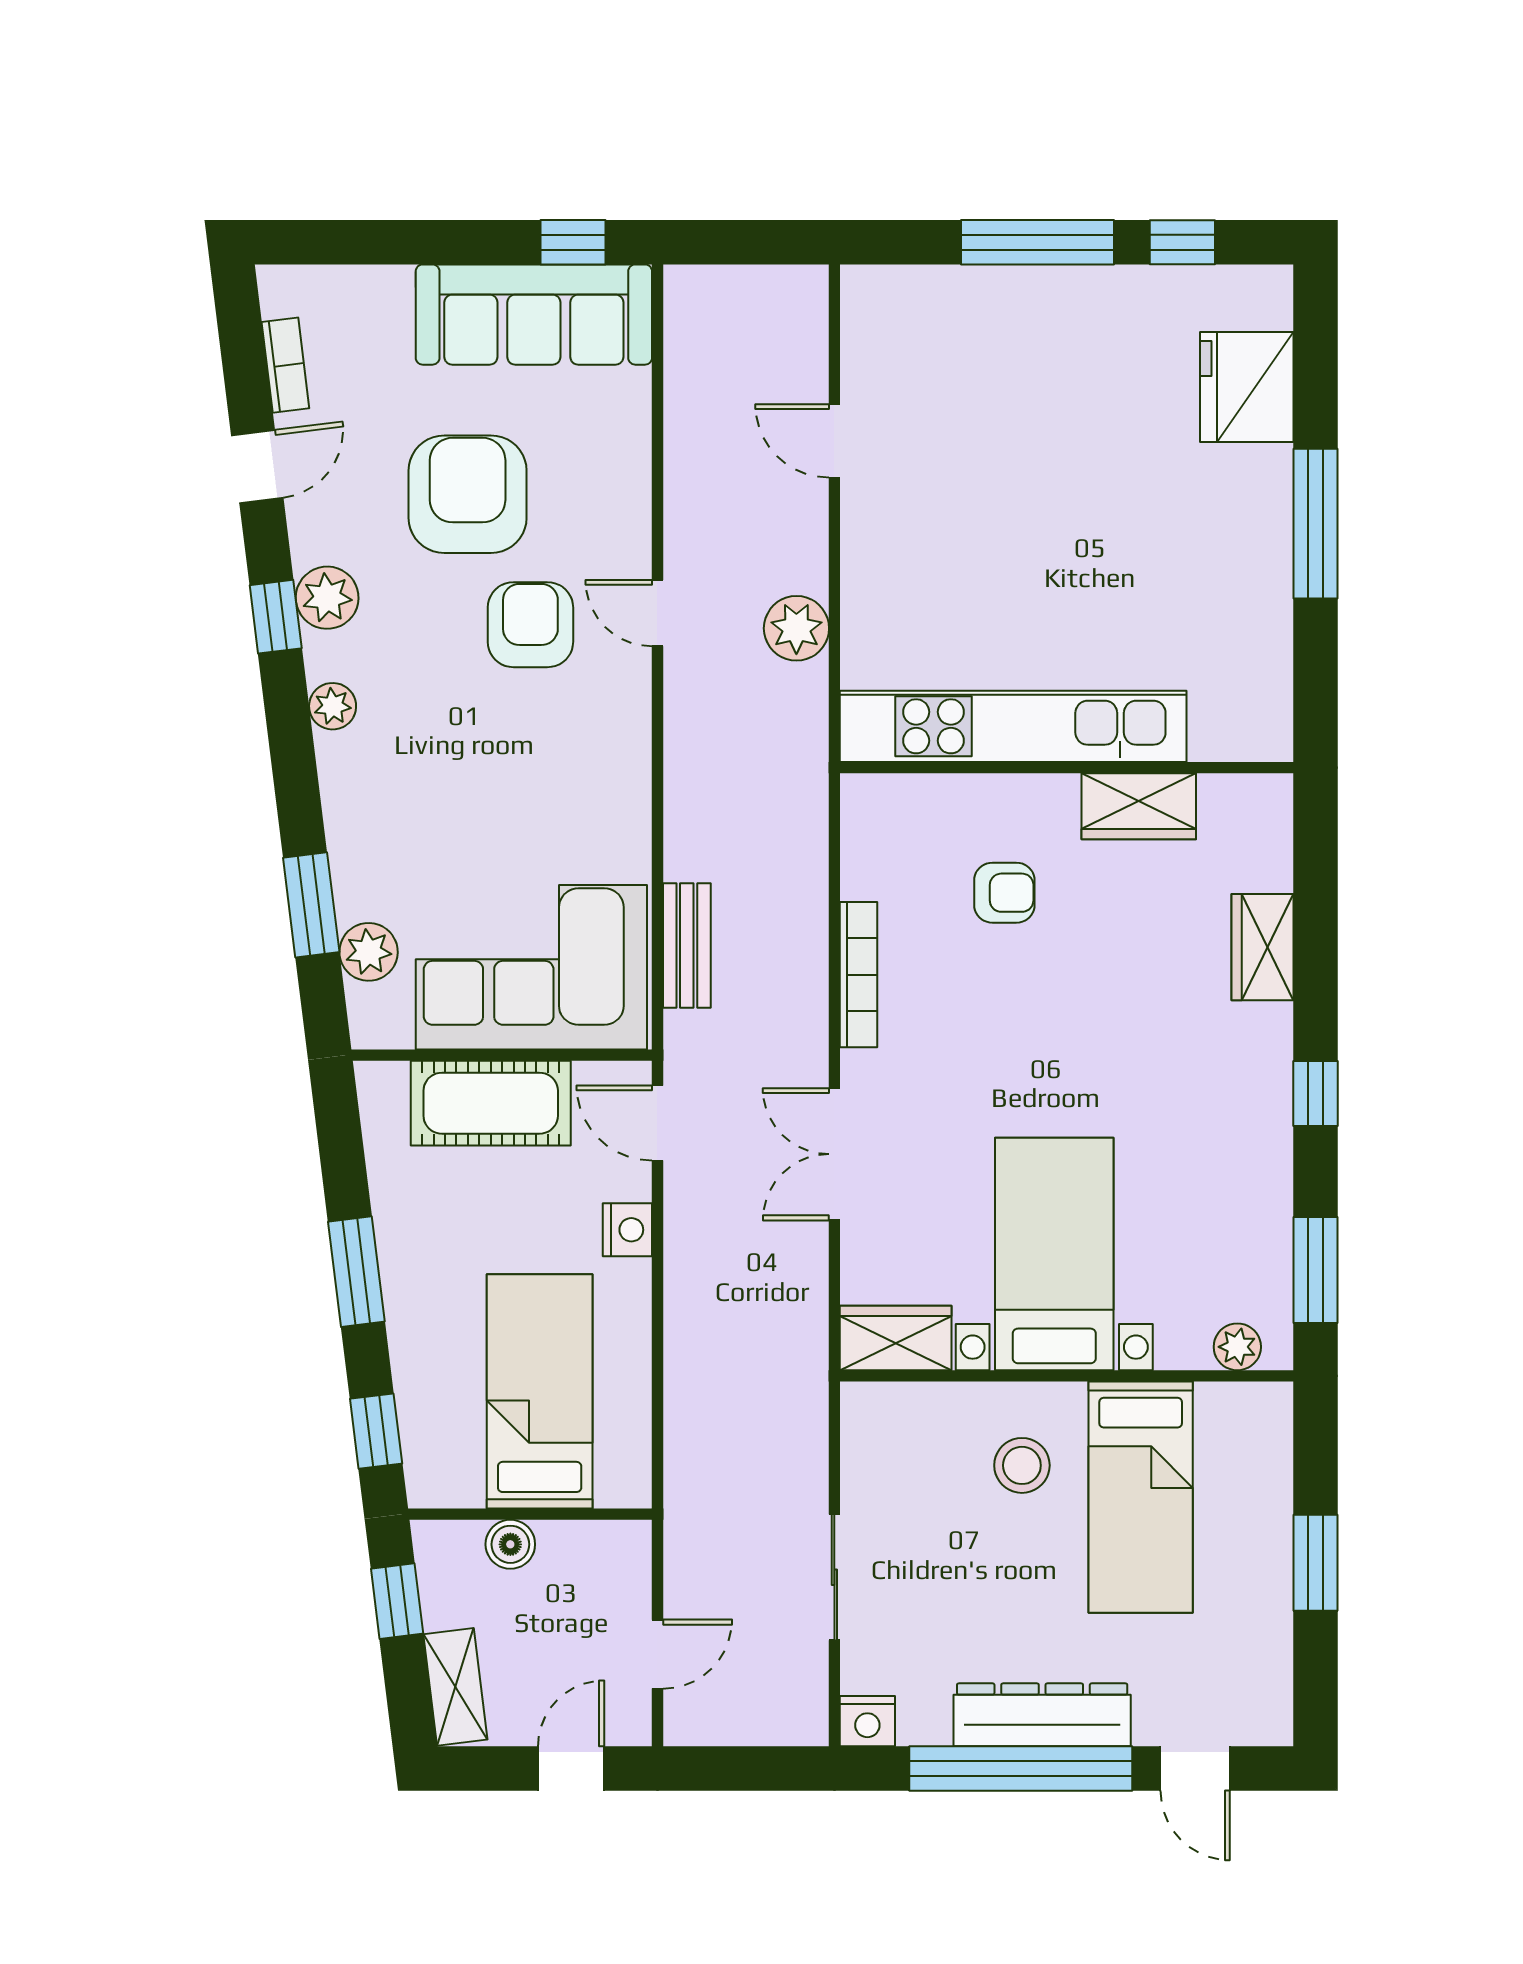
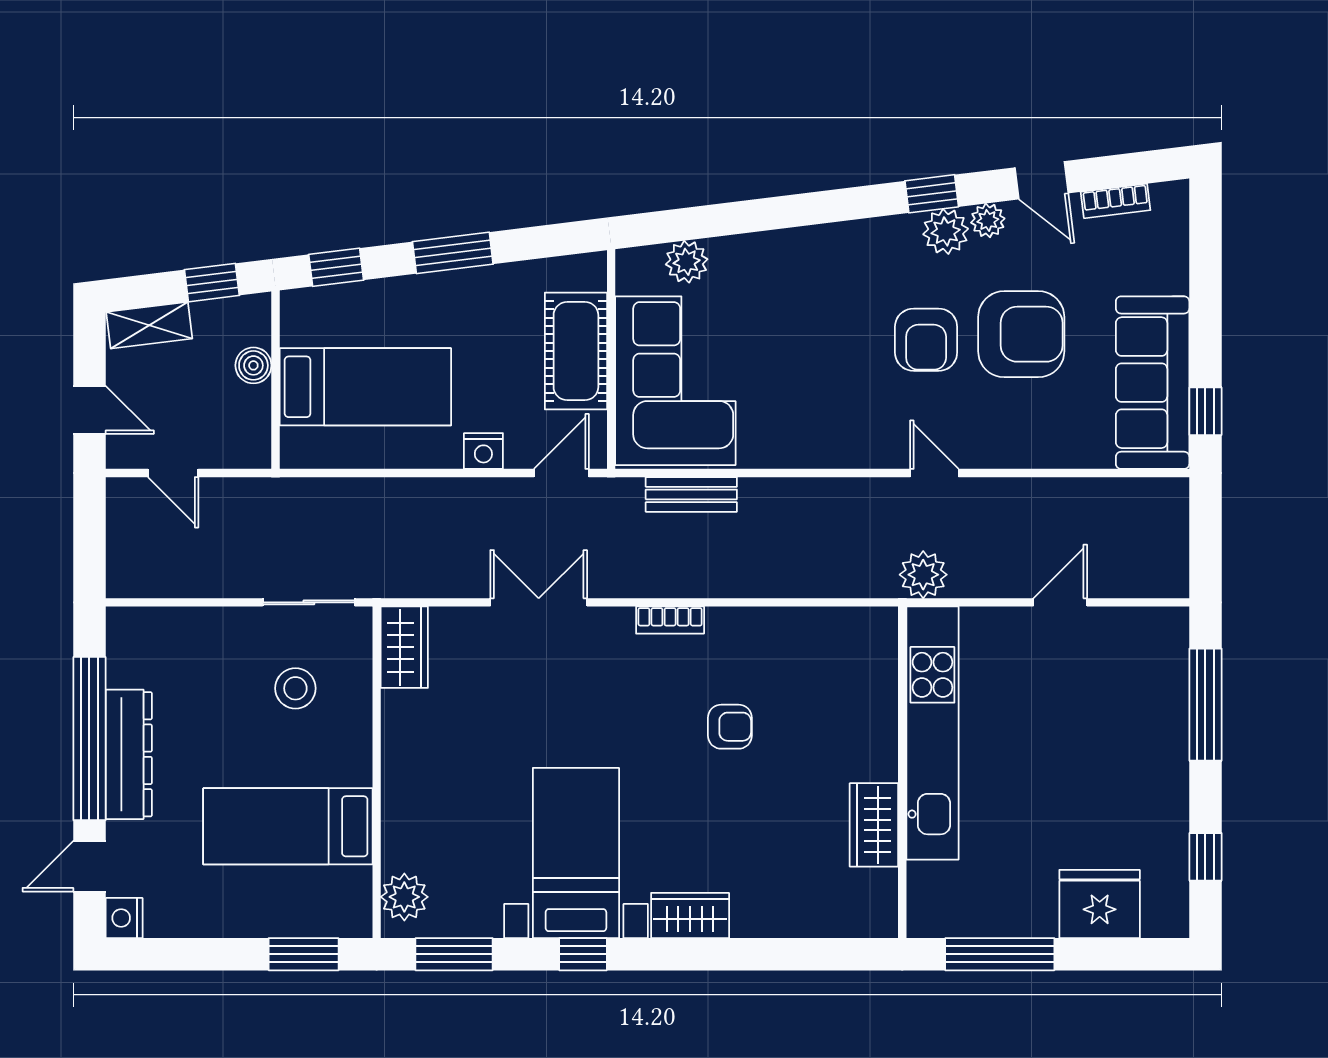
window: (1038, 242) -> (1205, 705), moved
door: (657, 613) -> (934, 473), hinge flipped
armchair: (530, 625) -> (926, 340), moved, turned 90
plant: (333, 706) -> (988, 220), moved
kitchen unit: (1013, 726) -> (932, 733), moved
wall: (1067, 768) -> (902, 772), moved
wardrobe: (1139, 806) -> (874, 825), moved
armchair: (1004, 893) -> (730, 727), turned -90
window: (311, 905) -> (721, 220), removed
bookcase: (859, 975) -> (670, 620), width x0.64
bed with nightstands: (1054, 1254) -> (576, 853), moved, turned -90
plant: (1237, 1347) -> (404, 897), width x1.38, depth x1.38
stool: (1022, 1465) -> (295, 688), moved
window: (1316, 1563) -> (304, 954), moved
sliding door: (834, 1577) -> (309, 602), moved
nightstand: (867, 1721) -> (124, 918), moved

